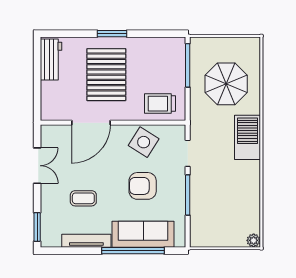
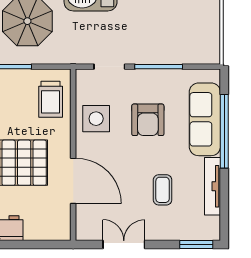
side table: (144, 142) -> (96, 119), turned -32

